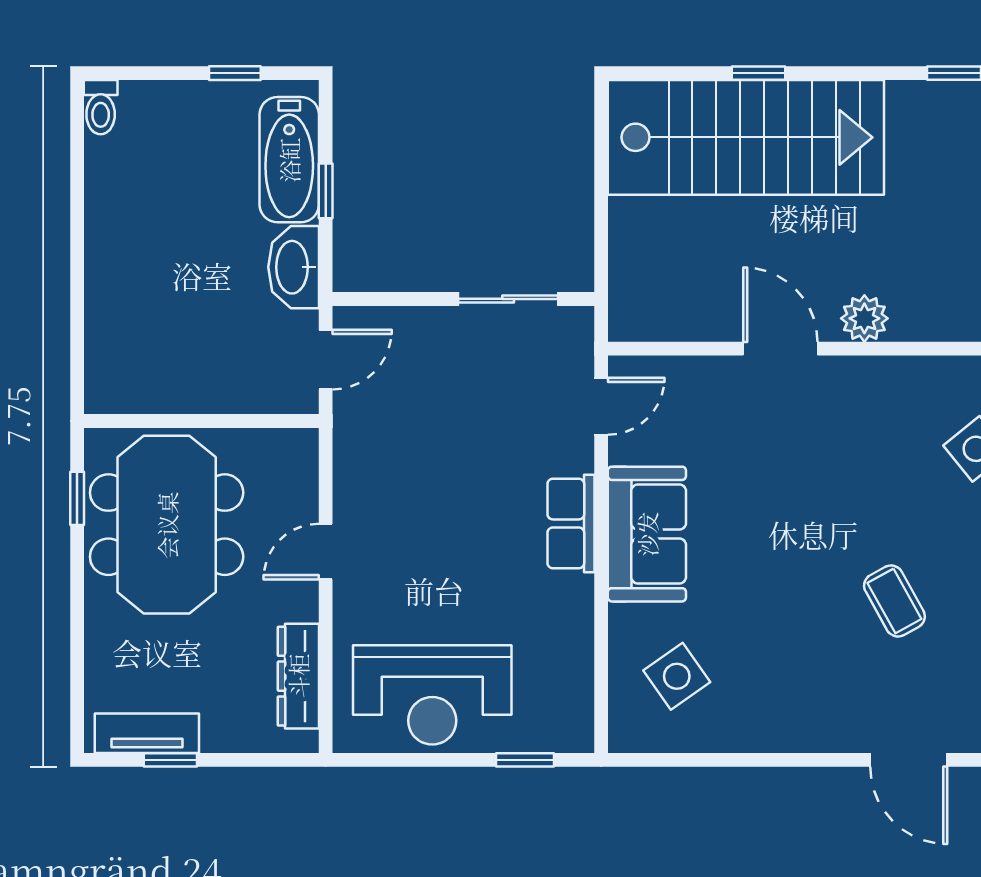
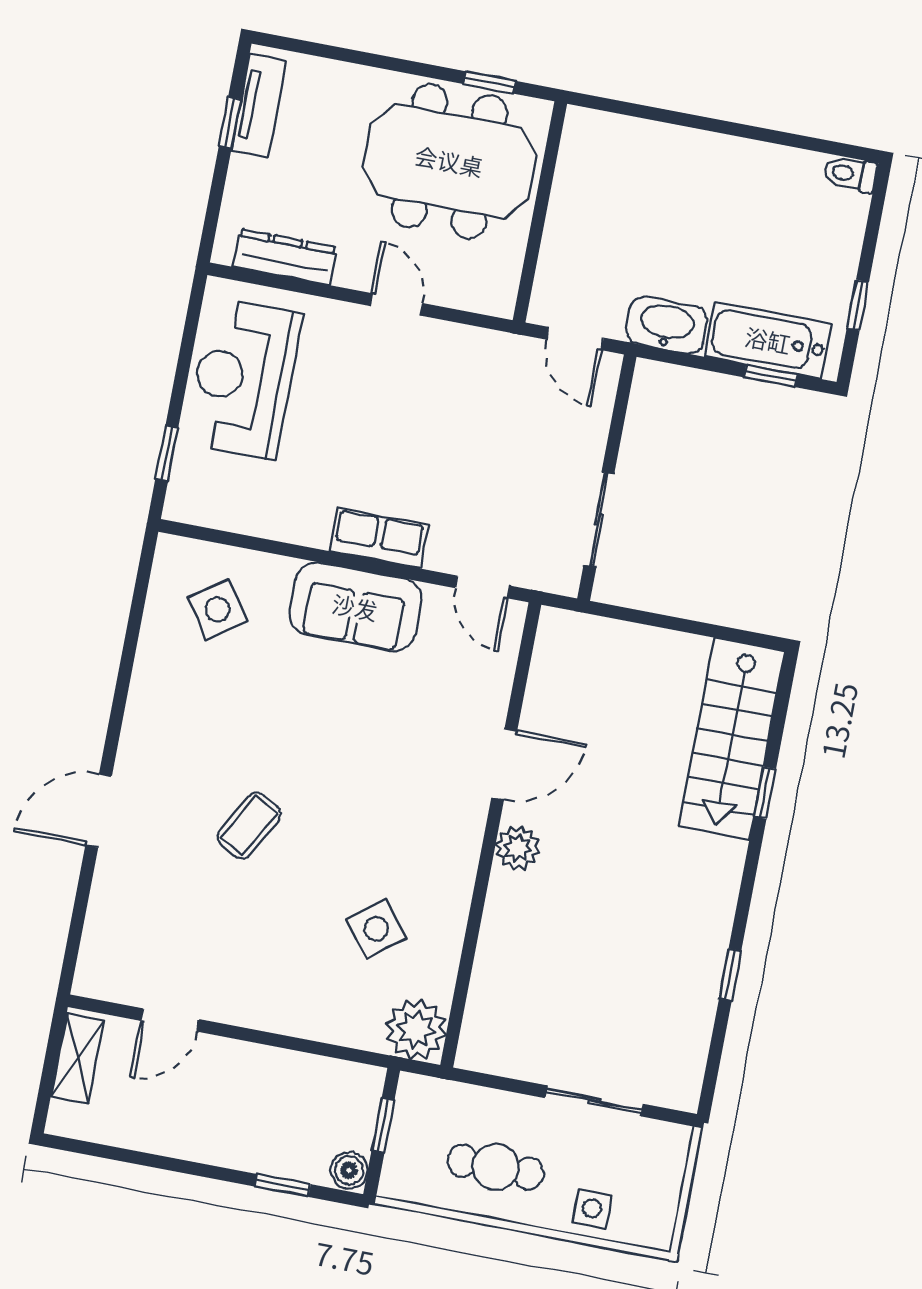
stairs: (746, 137) -> (732, 739), width x0.73, depth x0.66
window: (326, 191) -> (771, 376), moved
coffee table: (894, 601) -> (249, 826), turned -31

